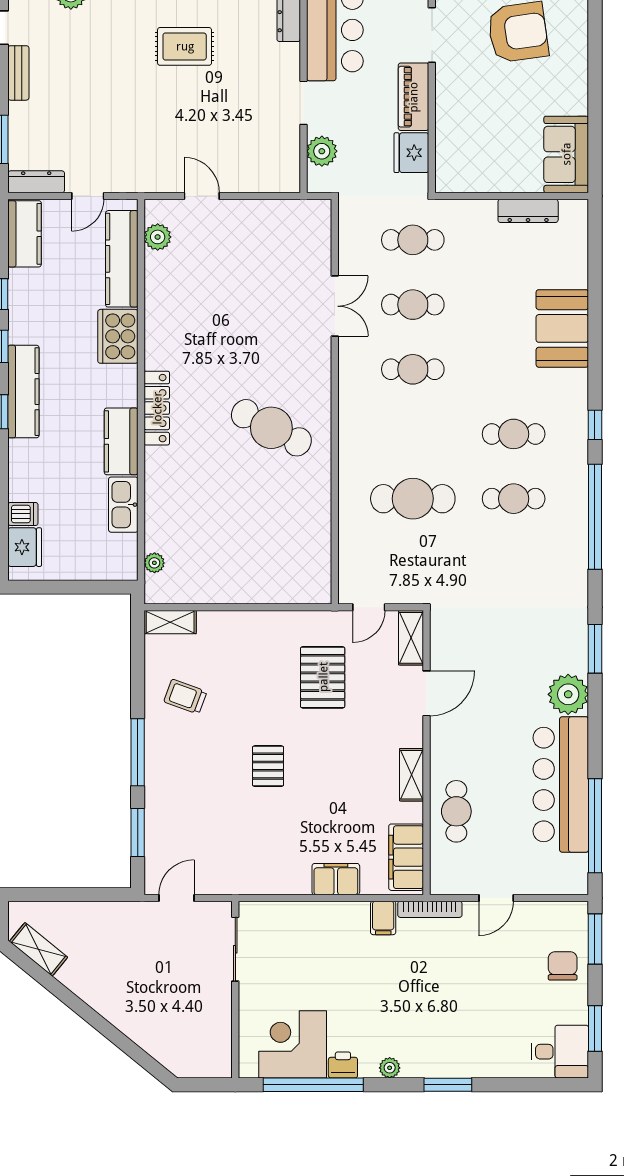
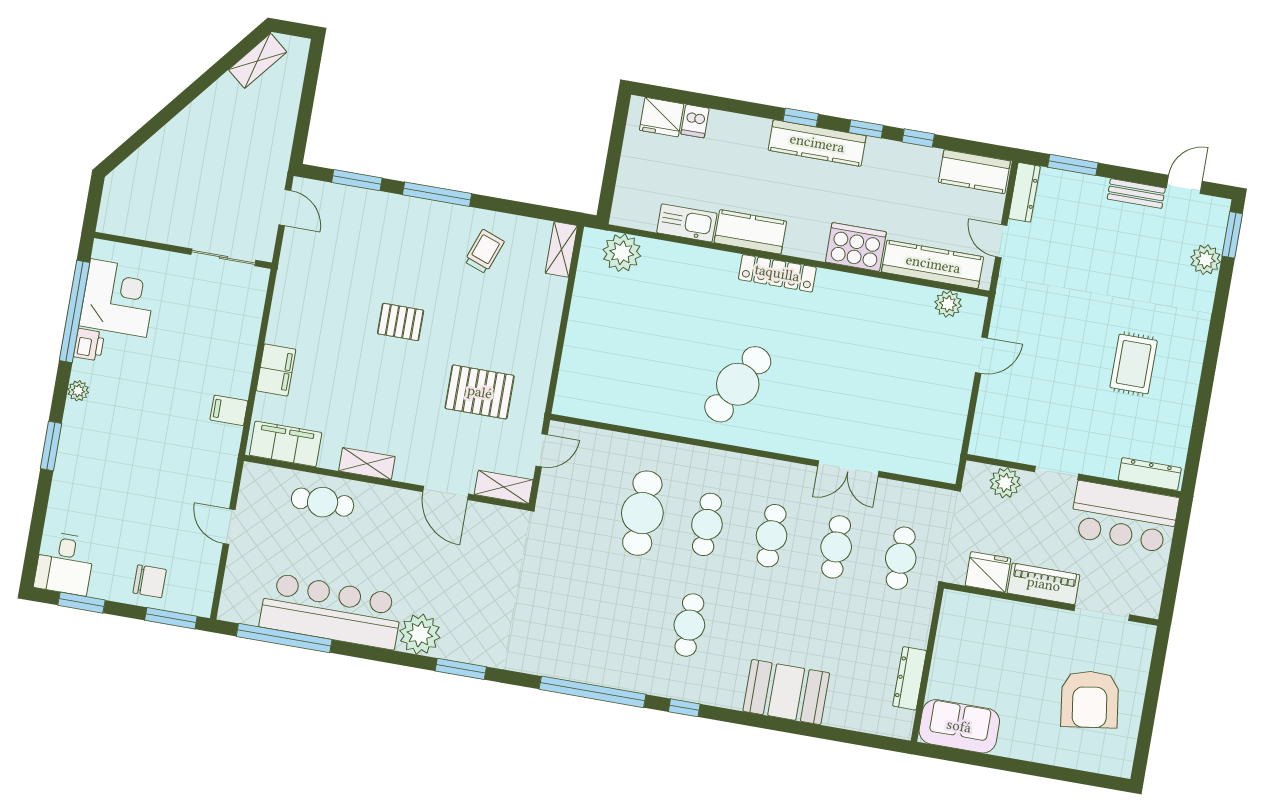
cafe table: (514, 499) -> (707, 524), moved
plant: (154, 563) -> (622, 253), width x1.88, depth x1.88
door: (369, 607) -> (542, 450), swing flipped
bookcase: (430, 909) -> (229, 459), removed

